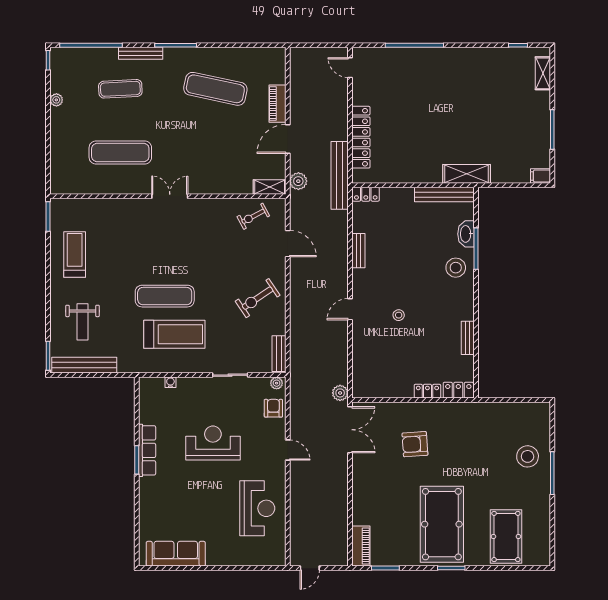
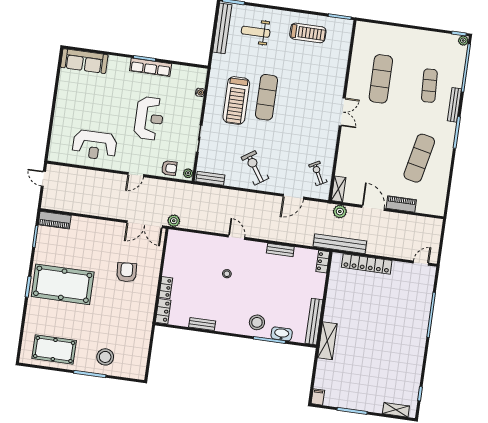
plant: (56, 100) -> (463, 41), moved
pool table: (506, 536) -> (54, 349), moved
sofa: (176, 554) -> (84, 61), moved, turned 90

